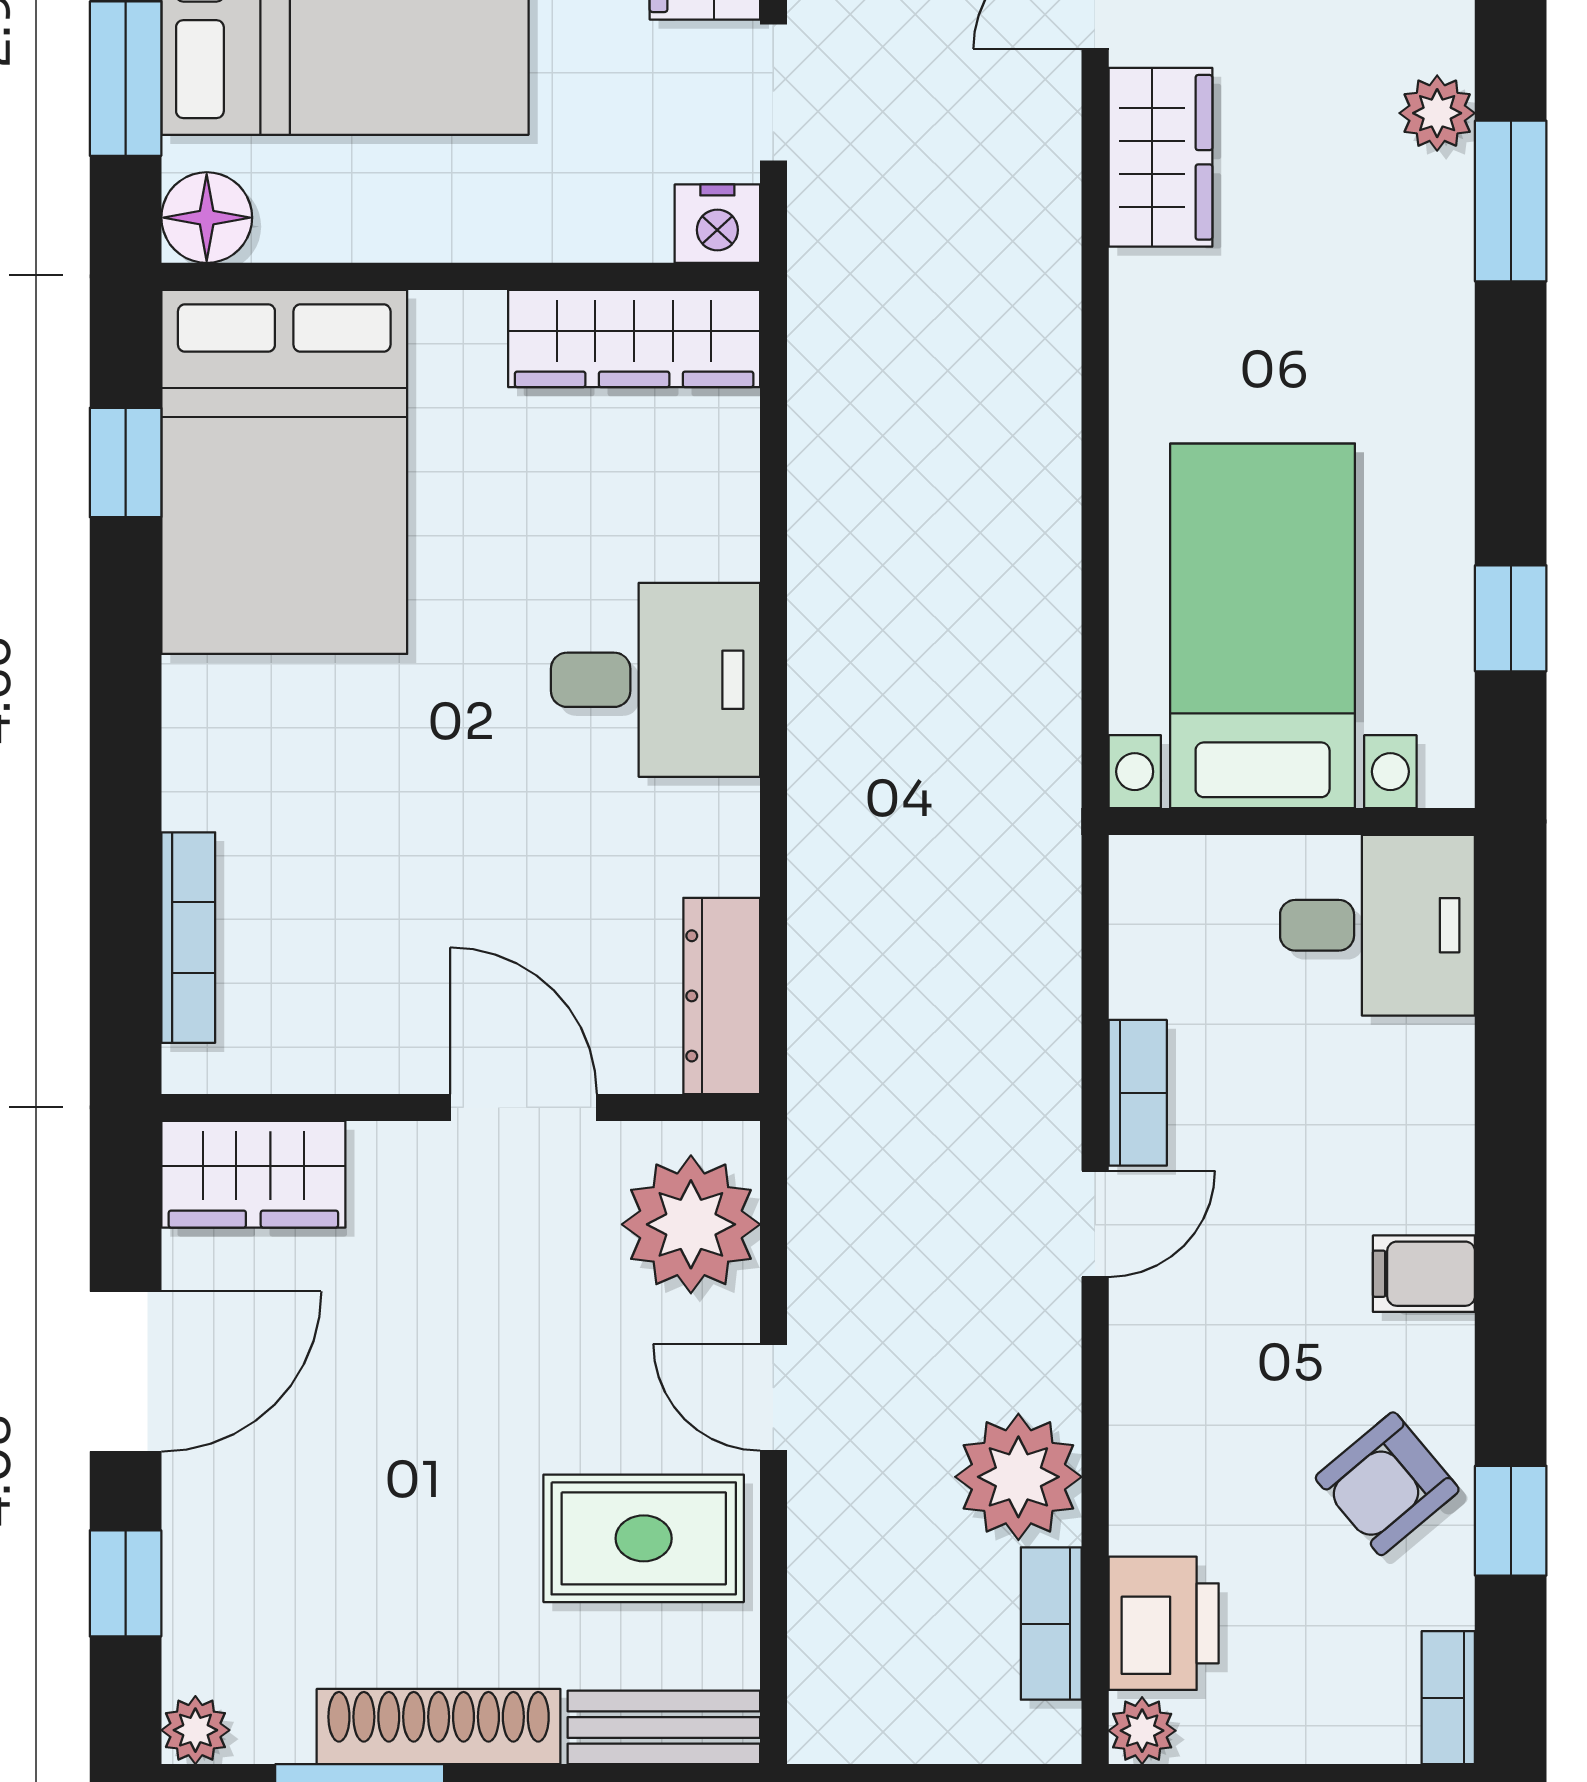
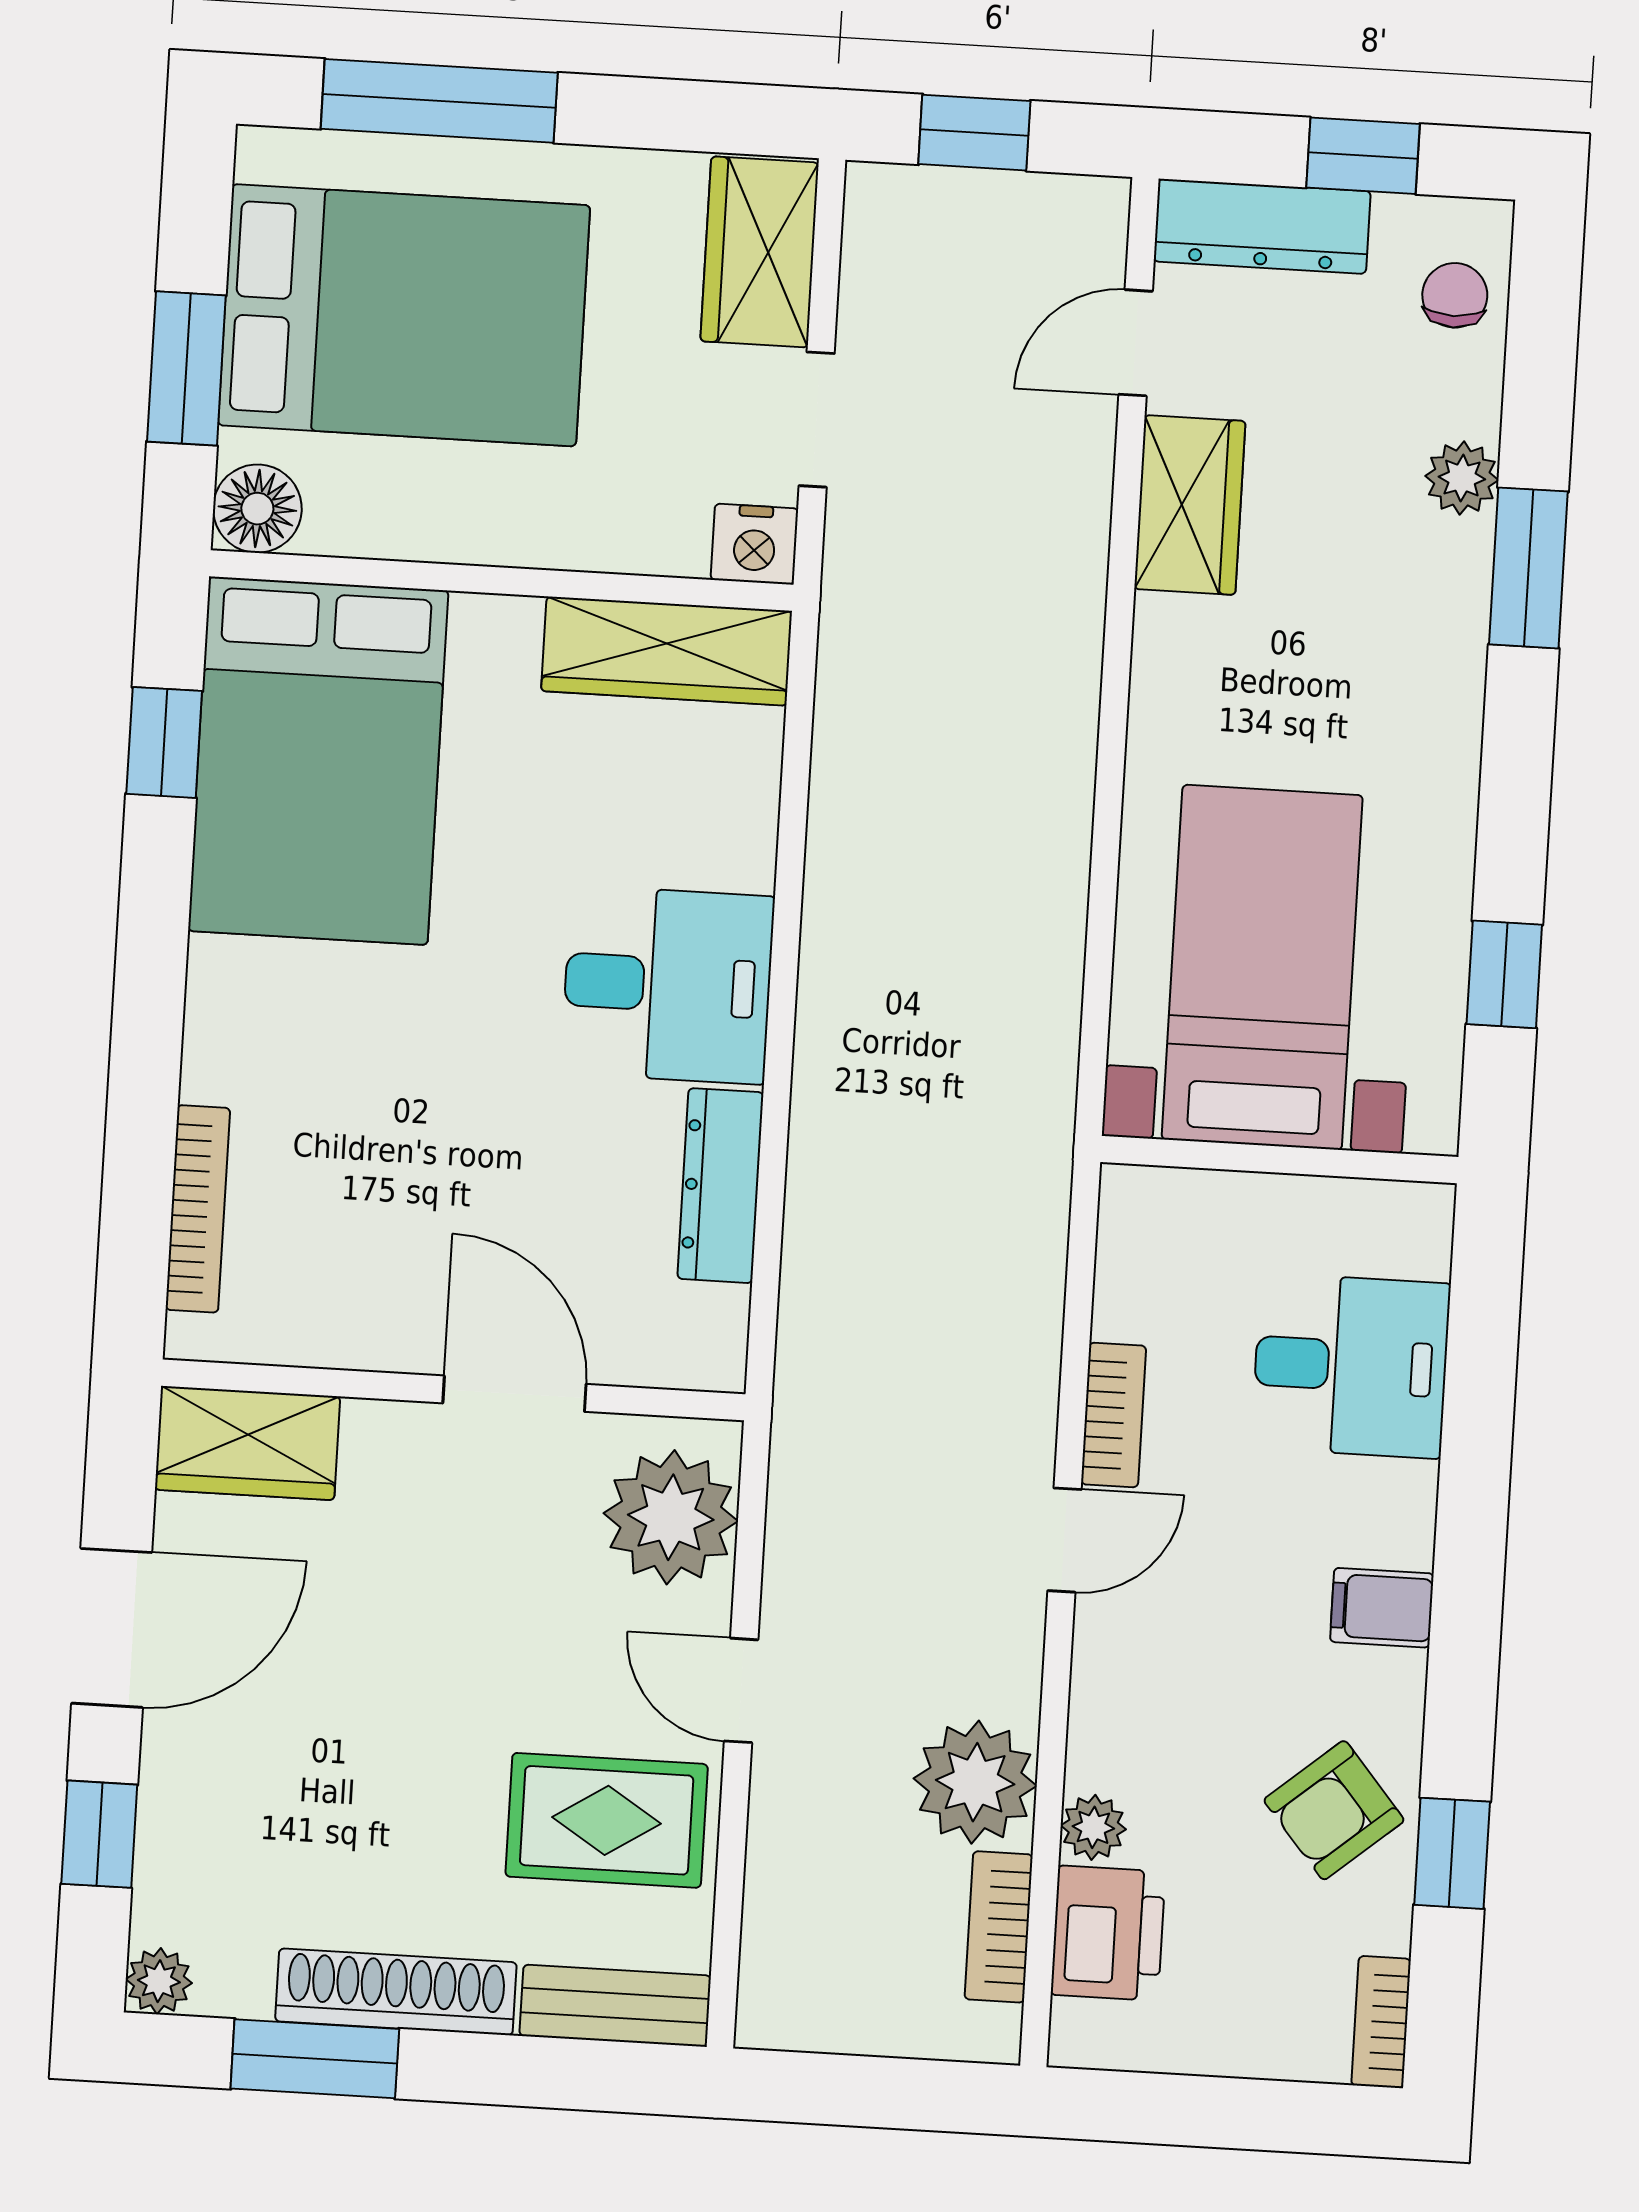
desk: (1377, 925) -> (1351, 1366), moved
dresser: (722, 996) -> (720, 1186), moved
plant: (1142, 1731) -> (1093, 1827), moved

